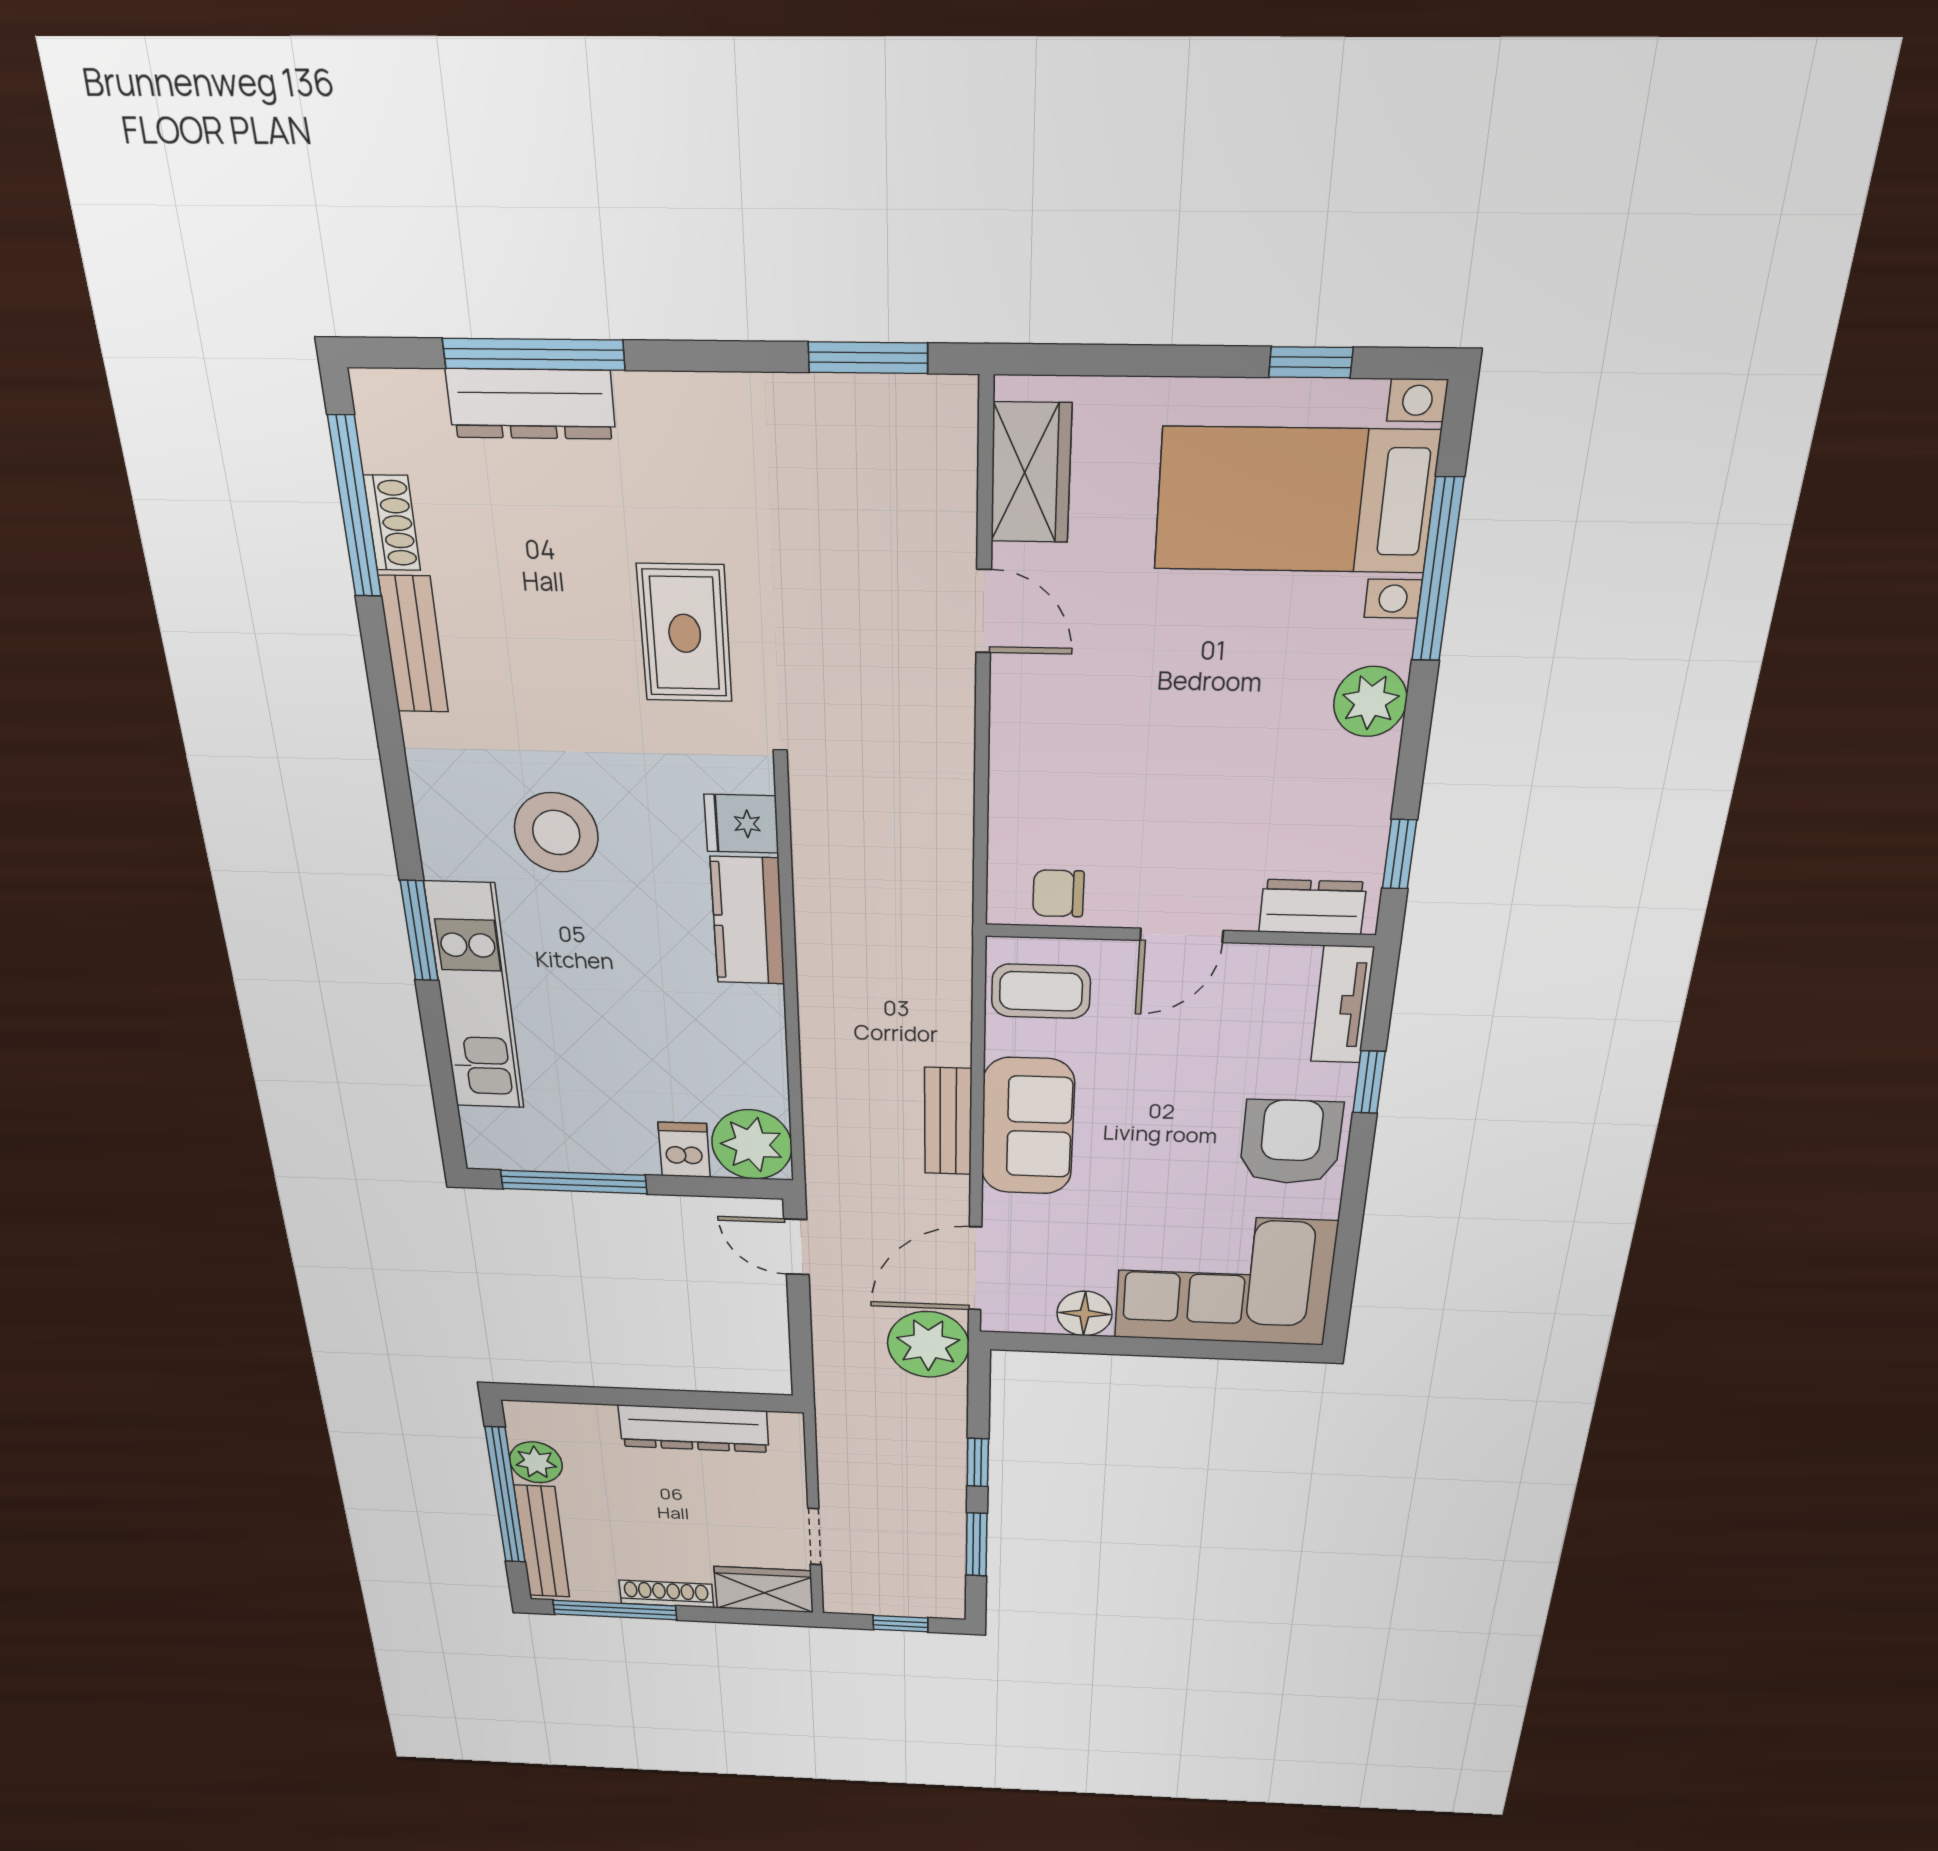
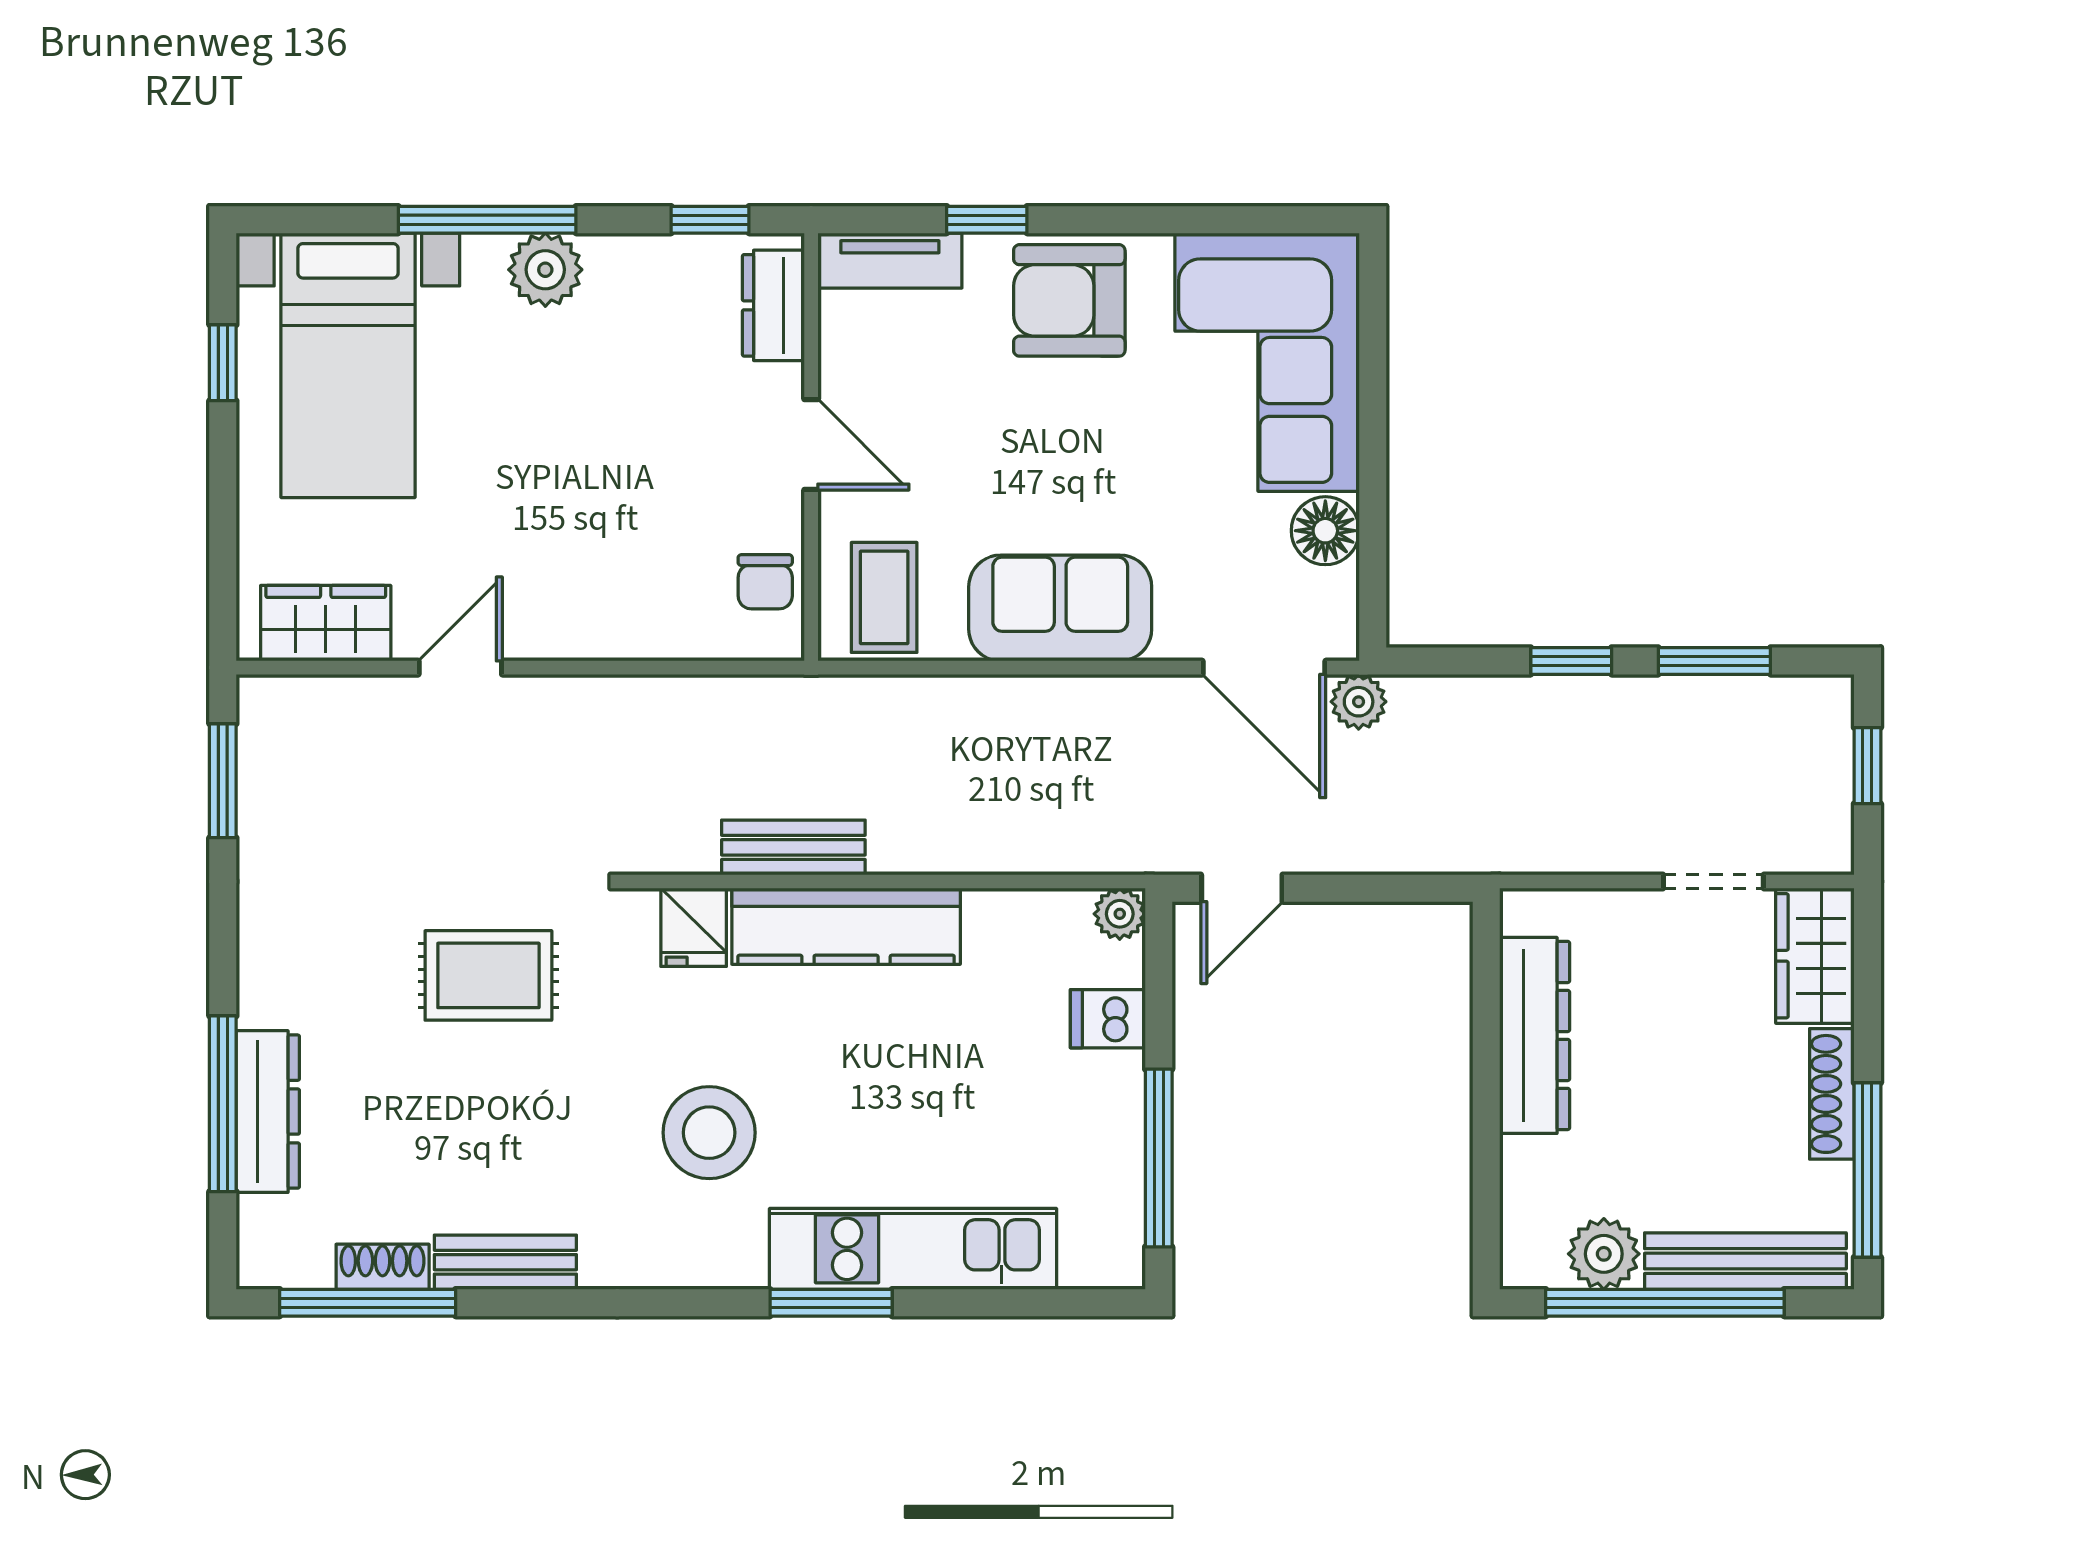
window: (1437, 570) -> (487, 220), moved
kitchen counter: (748, 921) -> (846, 926), width x1.50
bench: (948, 1121) -> (793, 847), moved
plant: (752, 1145) -> (1120, 914), width x0.53, depth x0.53
plant: (928, 1345) -> (1359, 702), width x0.53, depth x0.53

